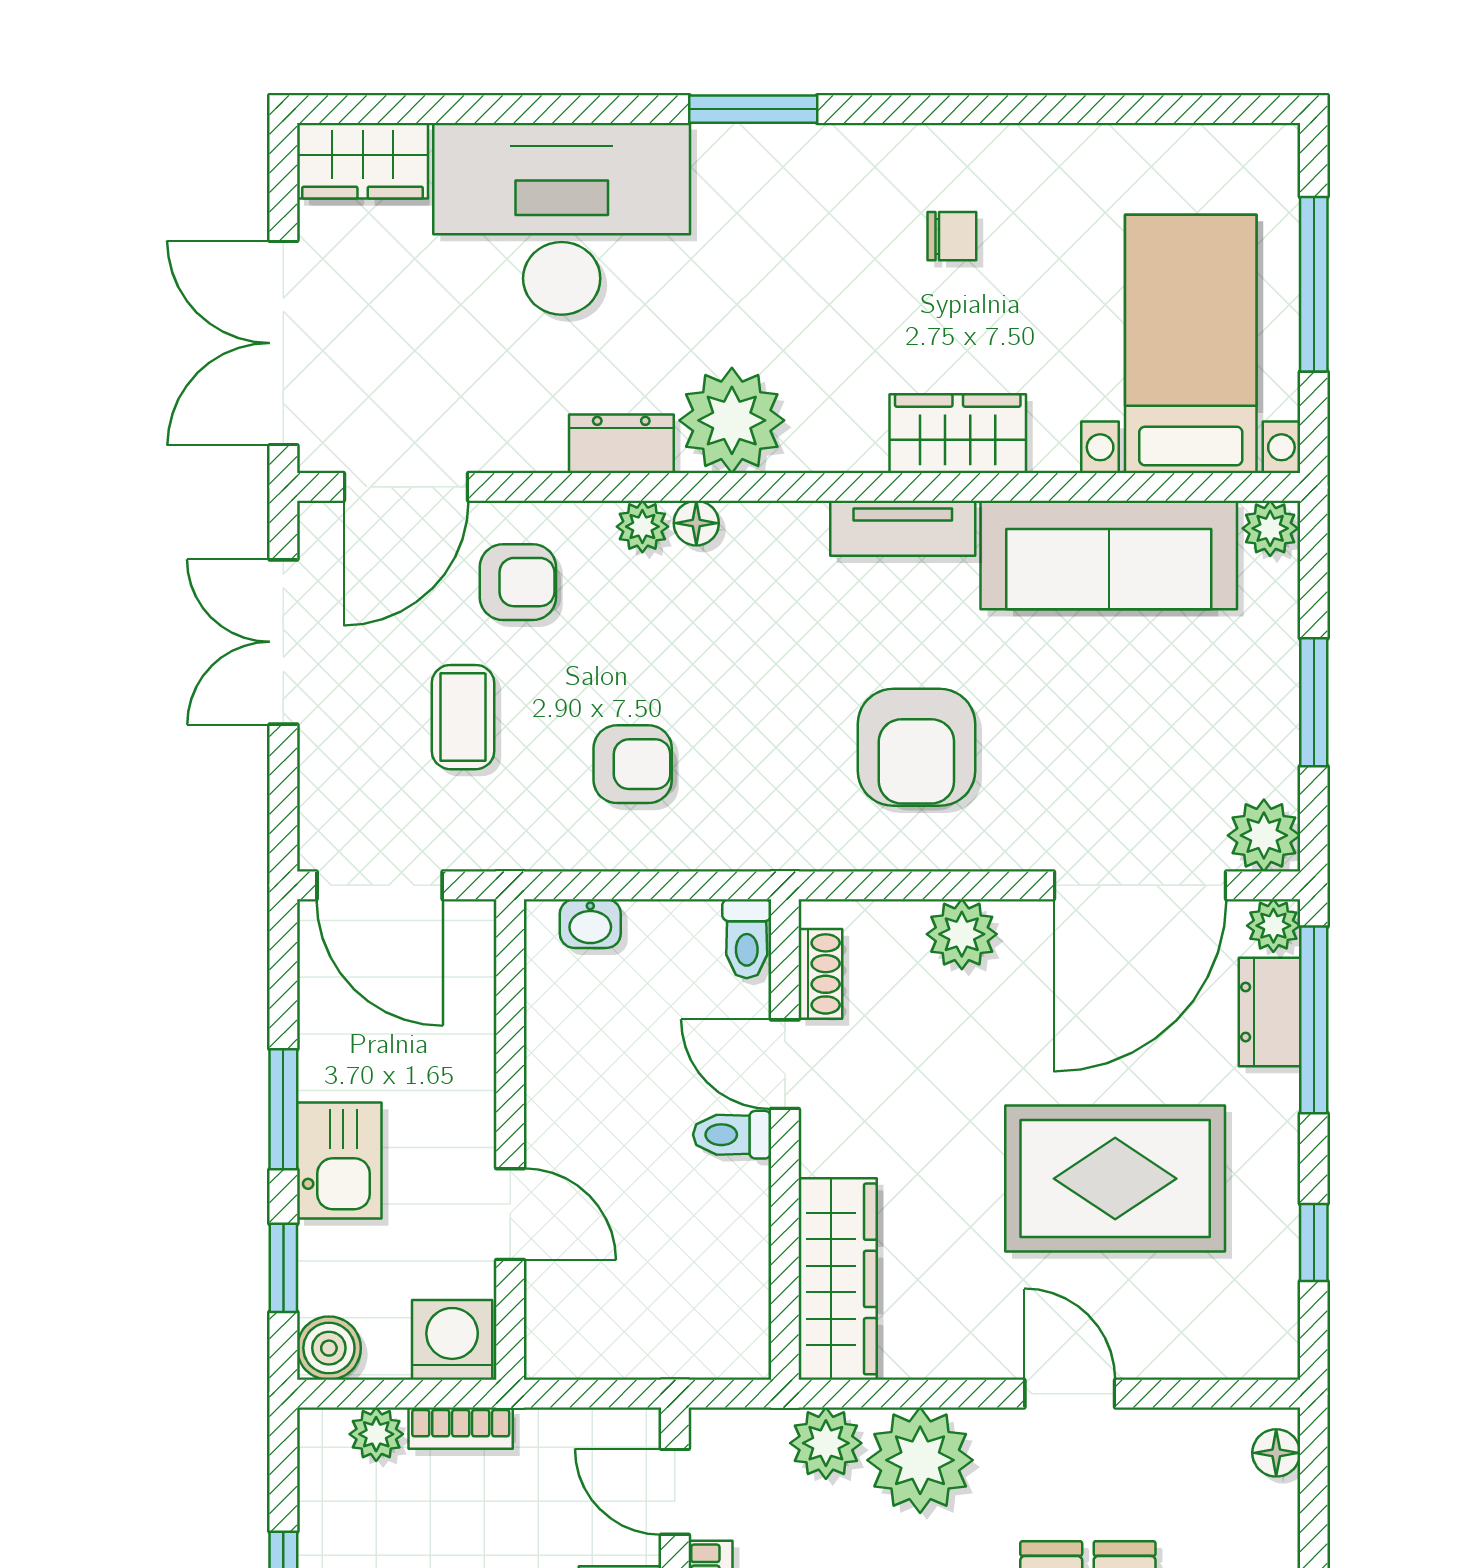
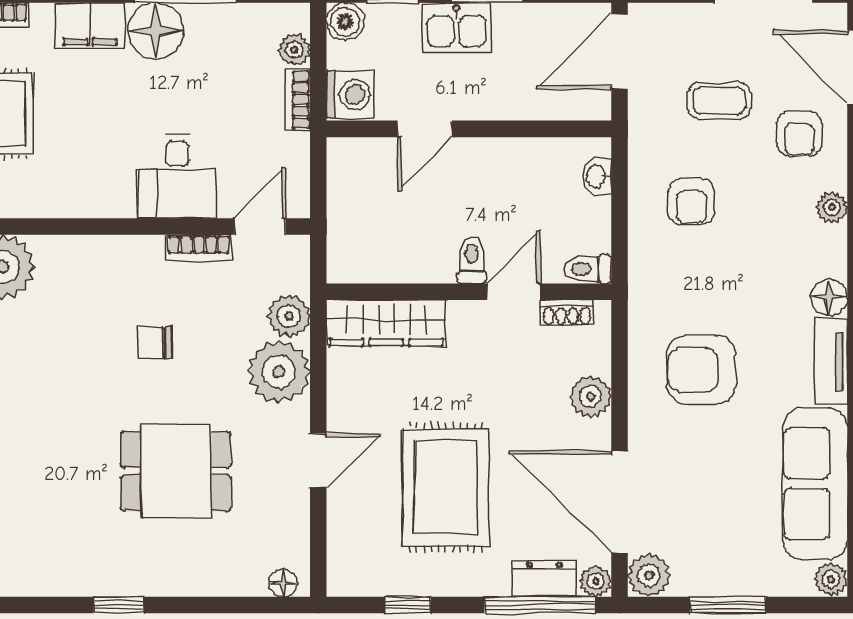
floor lamp: (696, 523) -> (829, 297), moved, width x1.37, depth x1.37

